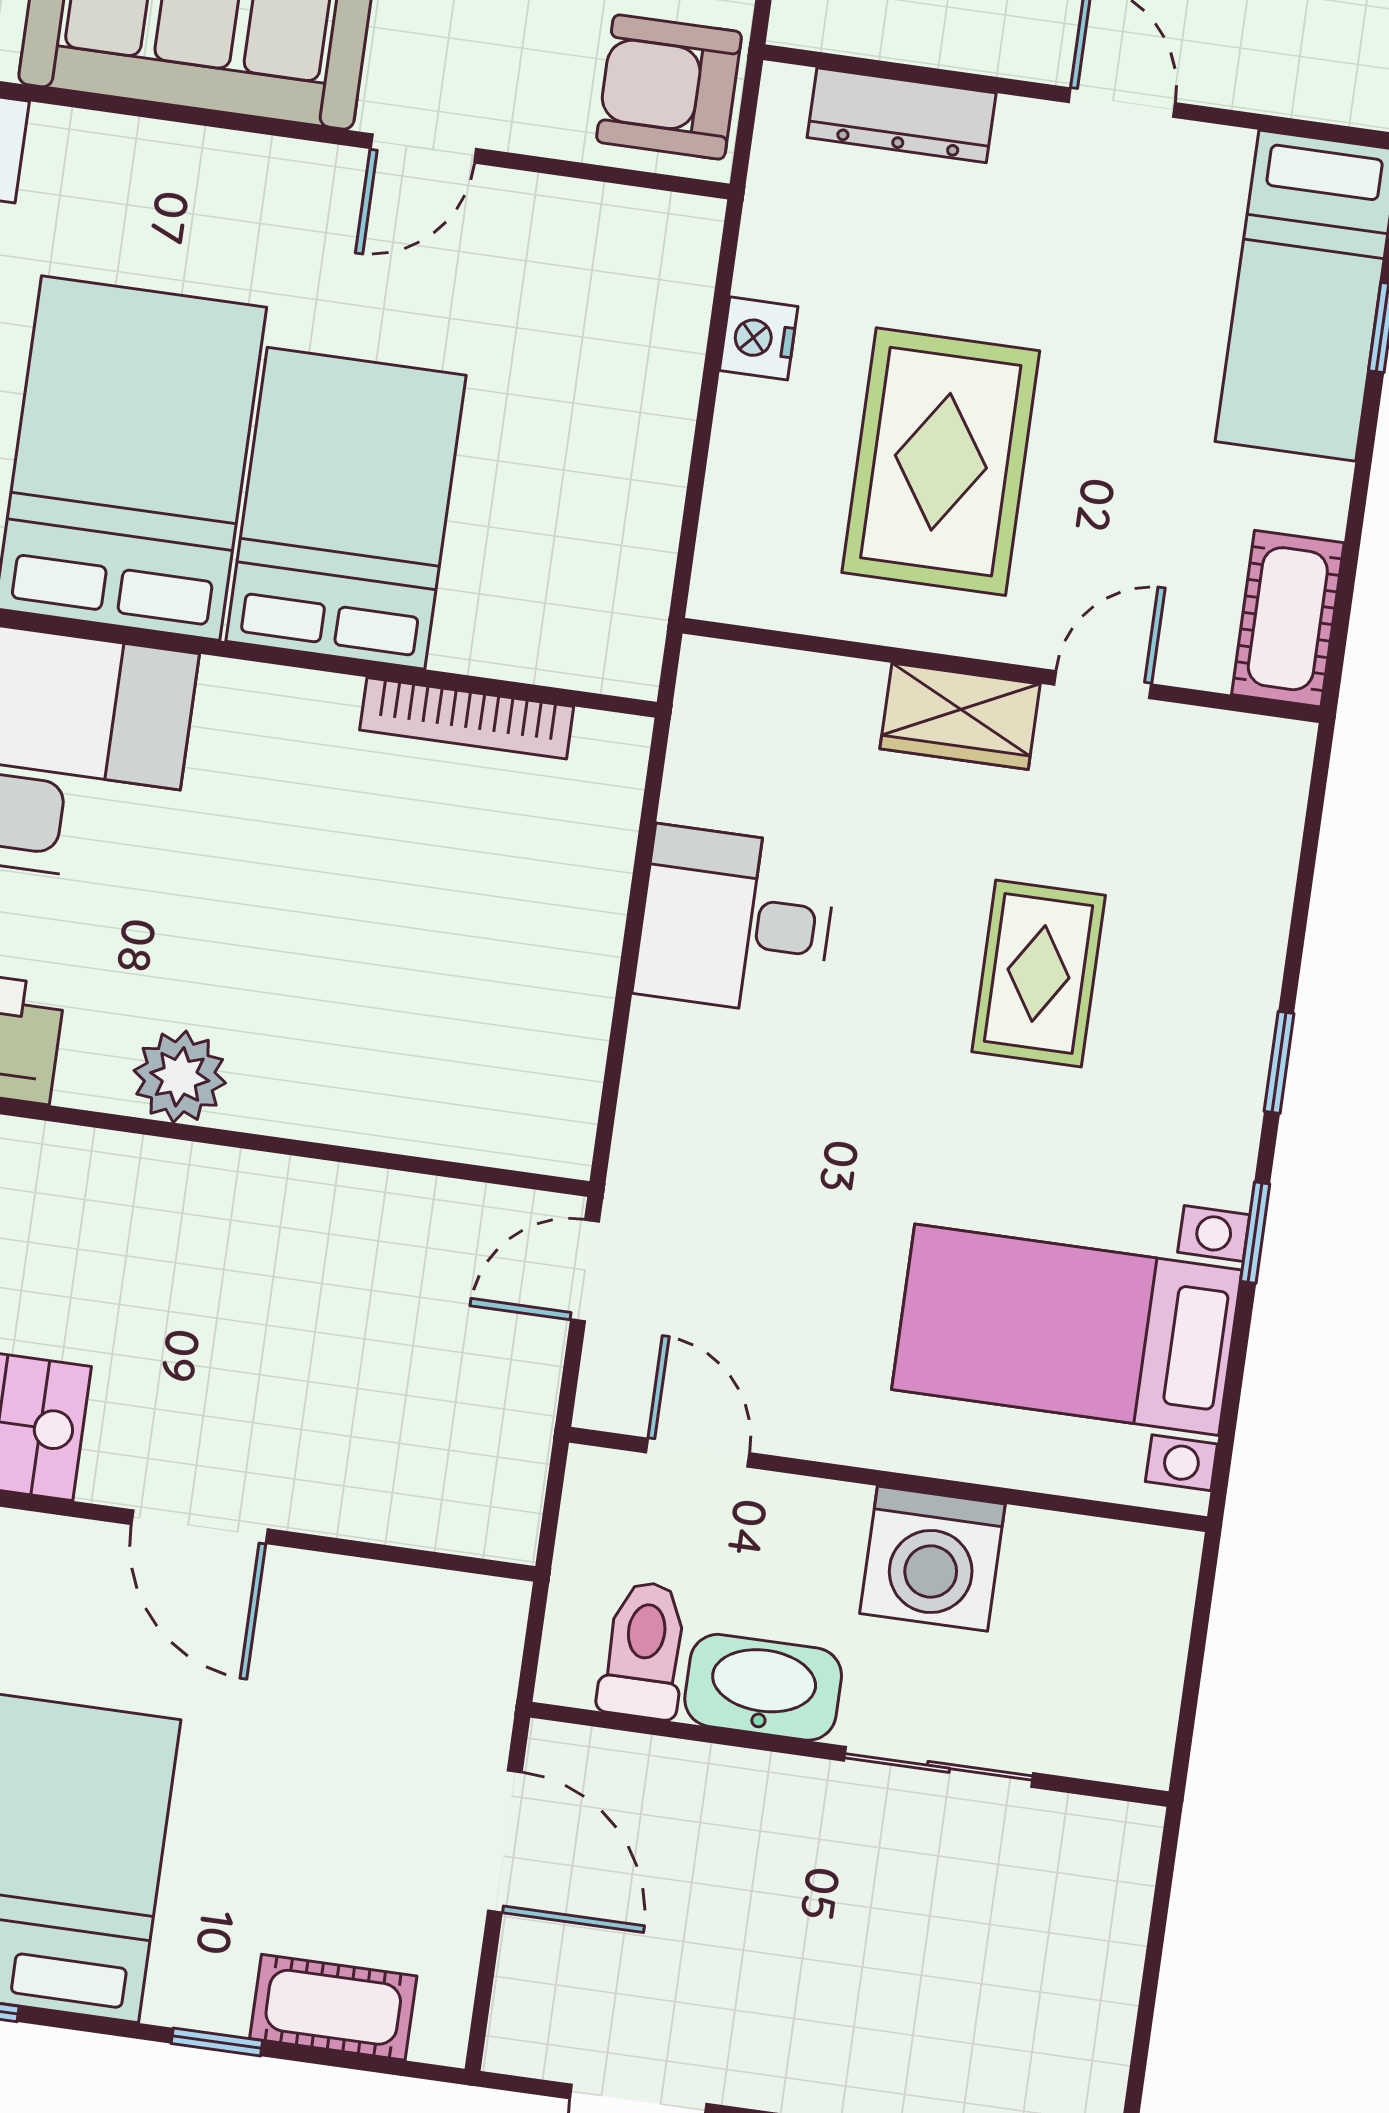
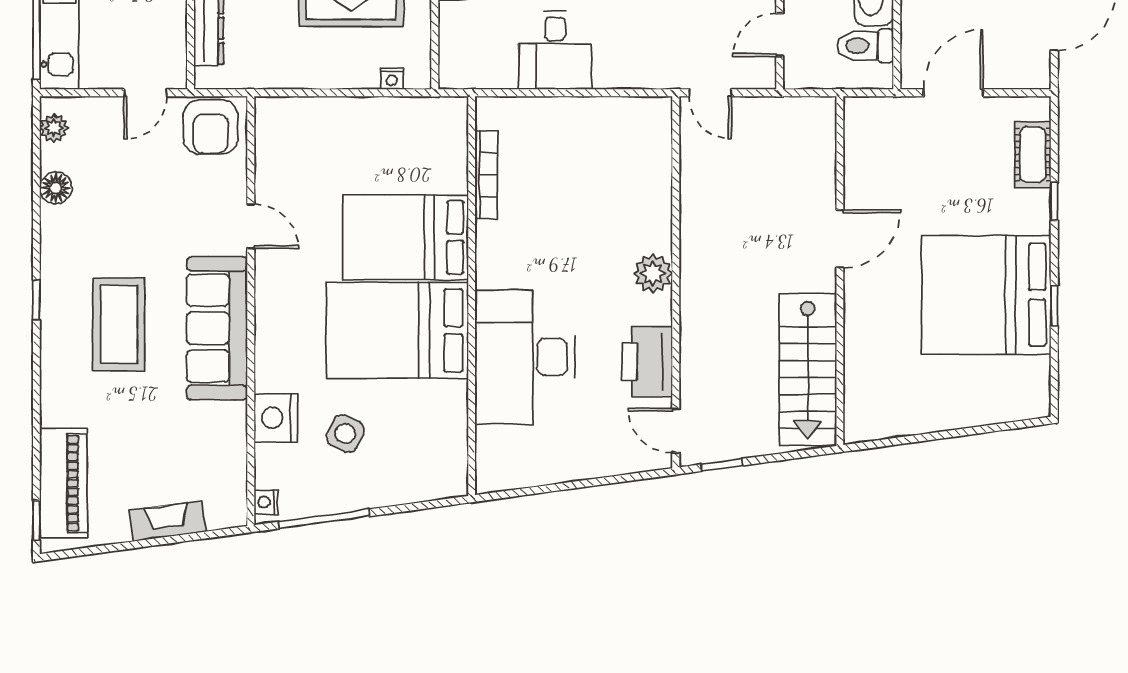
nightstand: (759, 338) -> (392, 79), moved, width x0.72, depth x0.74

